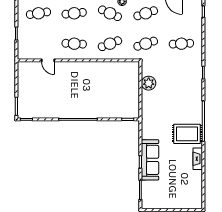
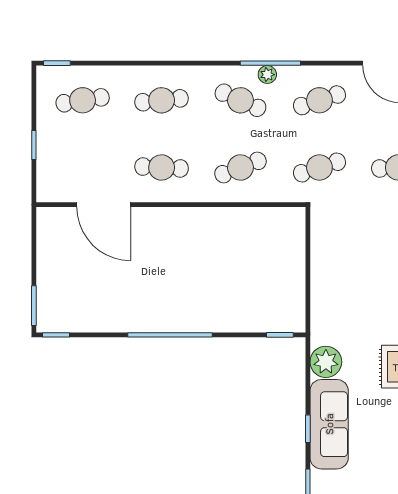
door: (48, 60) -> (104, 205), width x1.88
plant: (149, 83) -> (326, 362), moved

